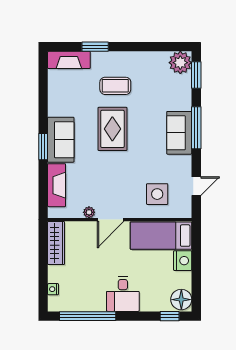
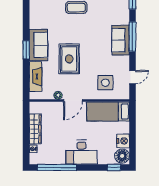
rug: (112, 129) -> (69, 59), moved
wardrobe: (56, 243) -> (35, 129), moved
nightstand: (183, 261) -> (123, 141), moved
desk: (123, 294) -> (82, 152), width x1.37

